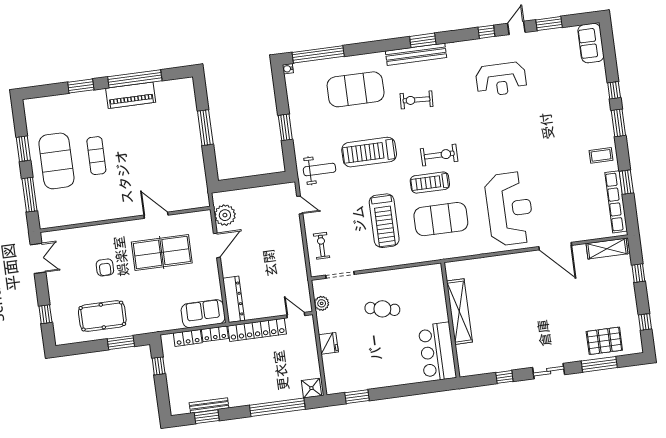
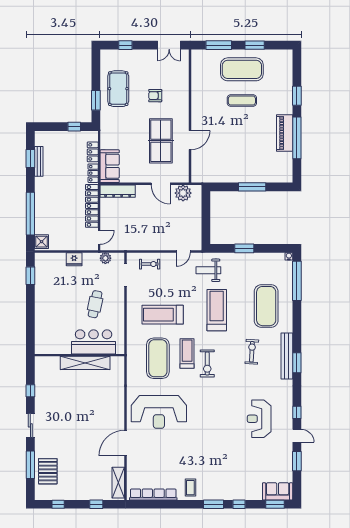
weight bench: (320, 170) -> (208, 270), turned 90
window: (626, 182) -> (275, 504), moved
bar counter: (437, 352) -> (94, 342), moved

